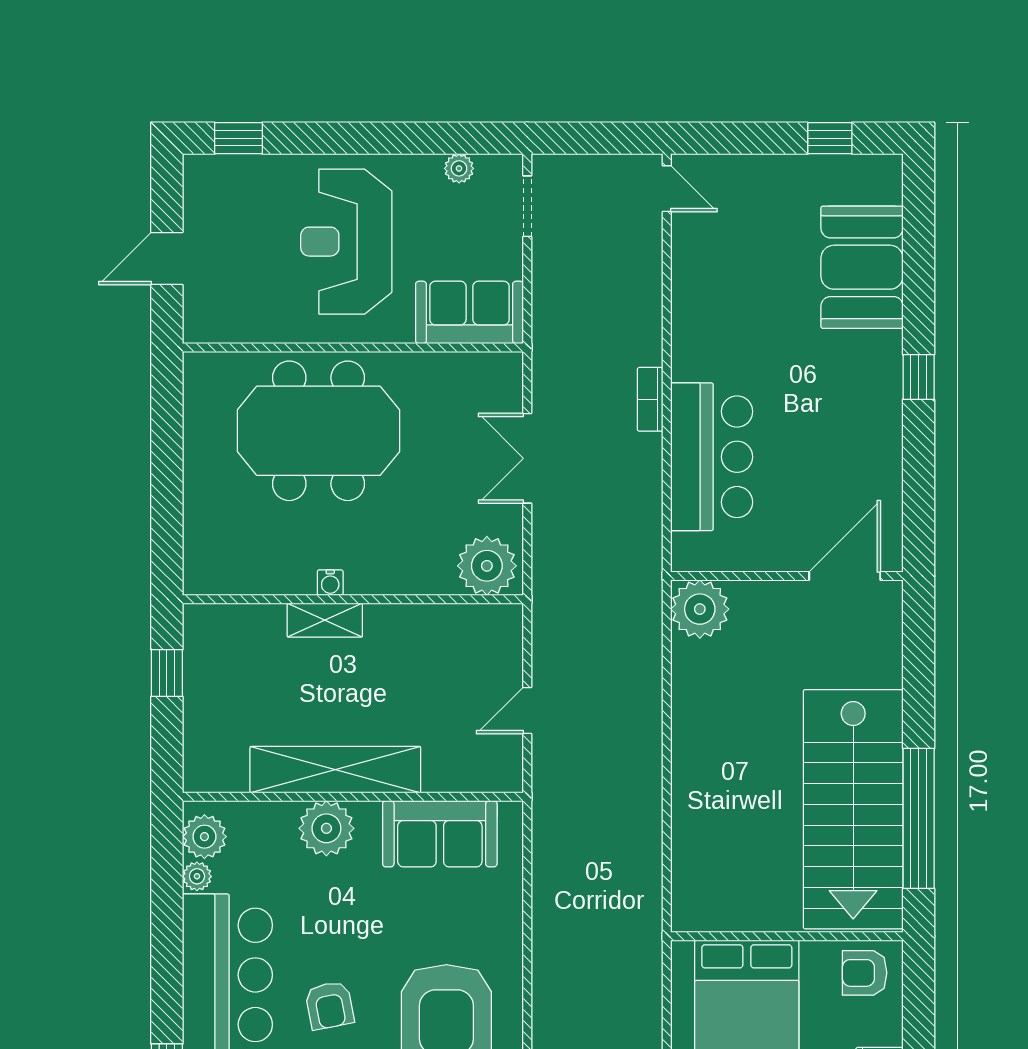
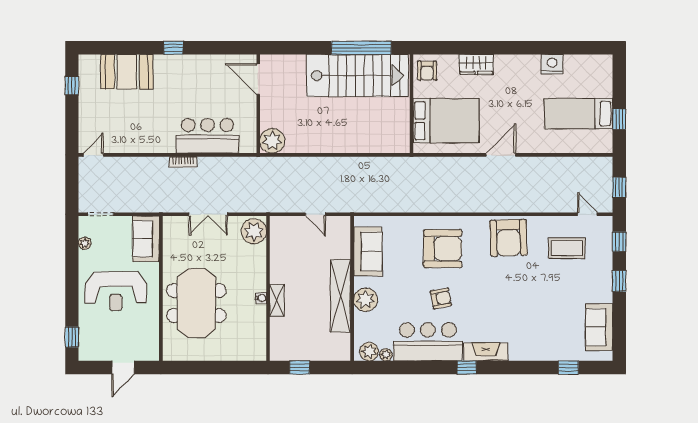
door: (167, 258) -> (123, 368), hinge flipped

